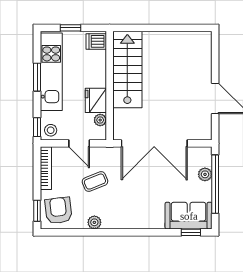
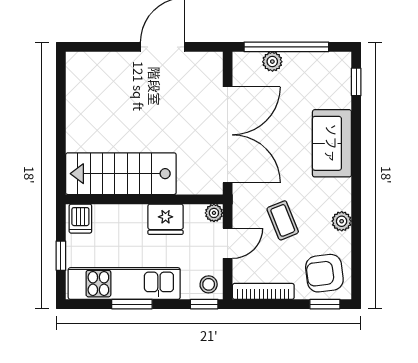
plant: (100, 120) -> (214, 213), moved
sofa: (189, 216) -> (332, 143), moved

